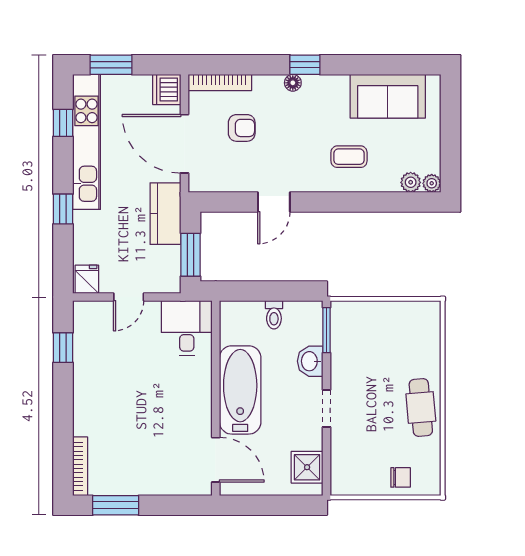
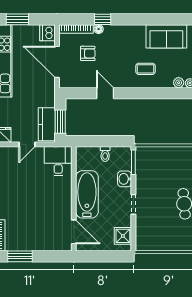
window: (305, 65) -> (103, 19), moved
floor lamp: (293, 83) -> (99, 29), moved
door: (274, 202) -> (105, 93), swing flipped
kitchen counter: (165, 214) -> (47, 124), moved
chair: (401, 477) -> (173, 241), removed

